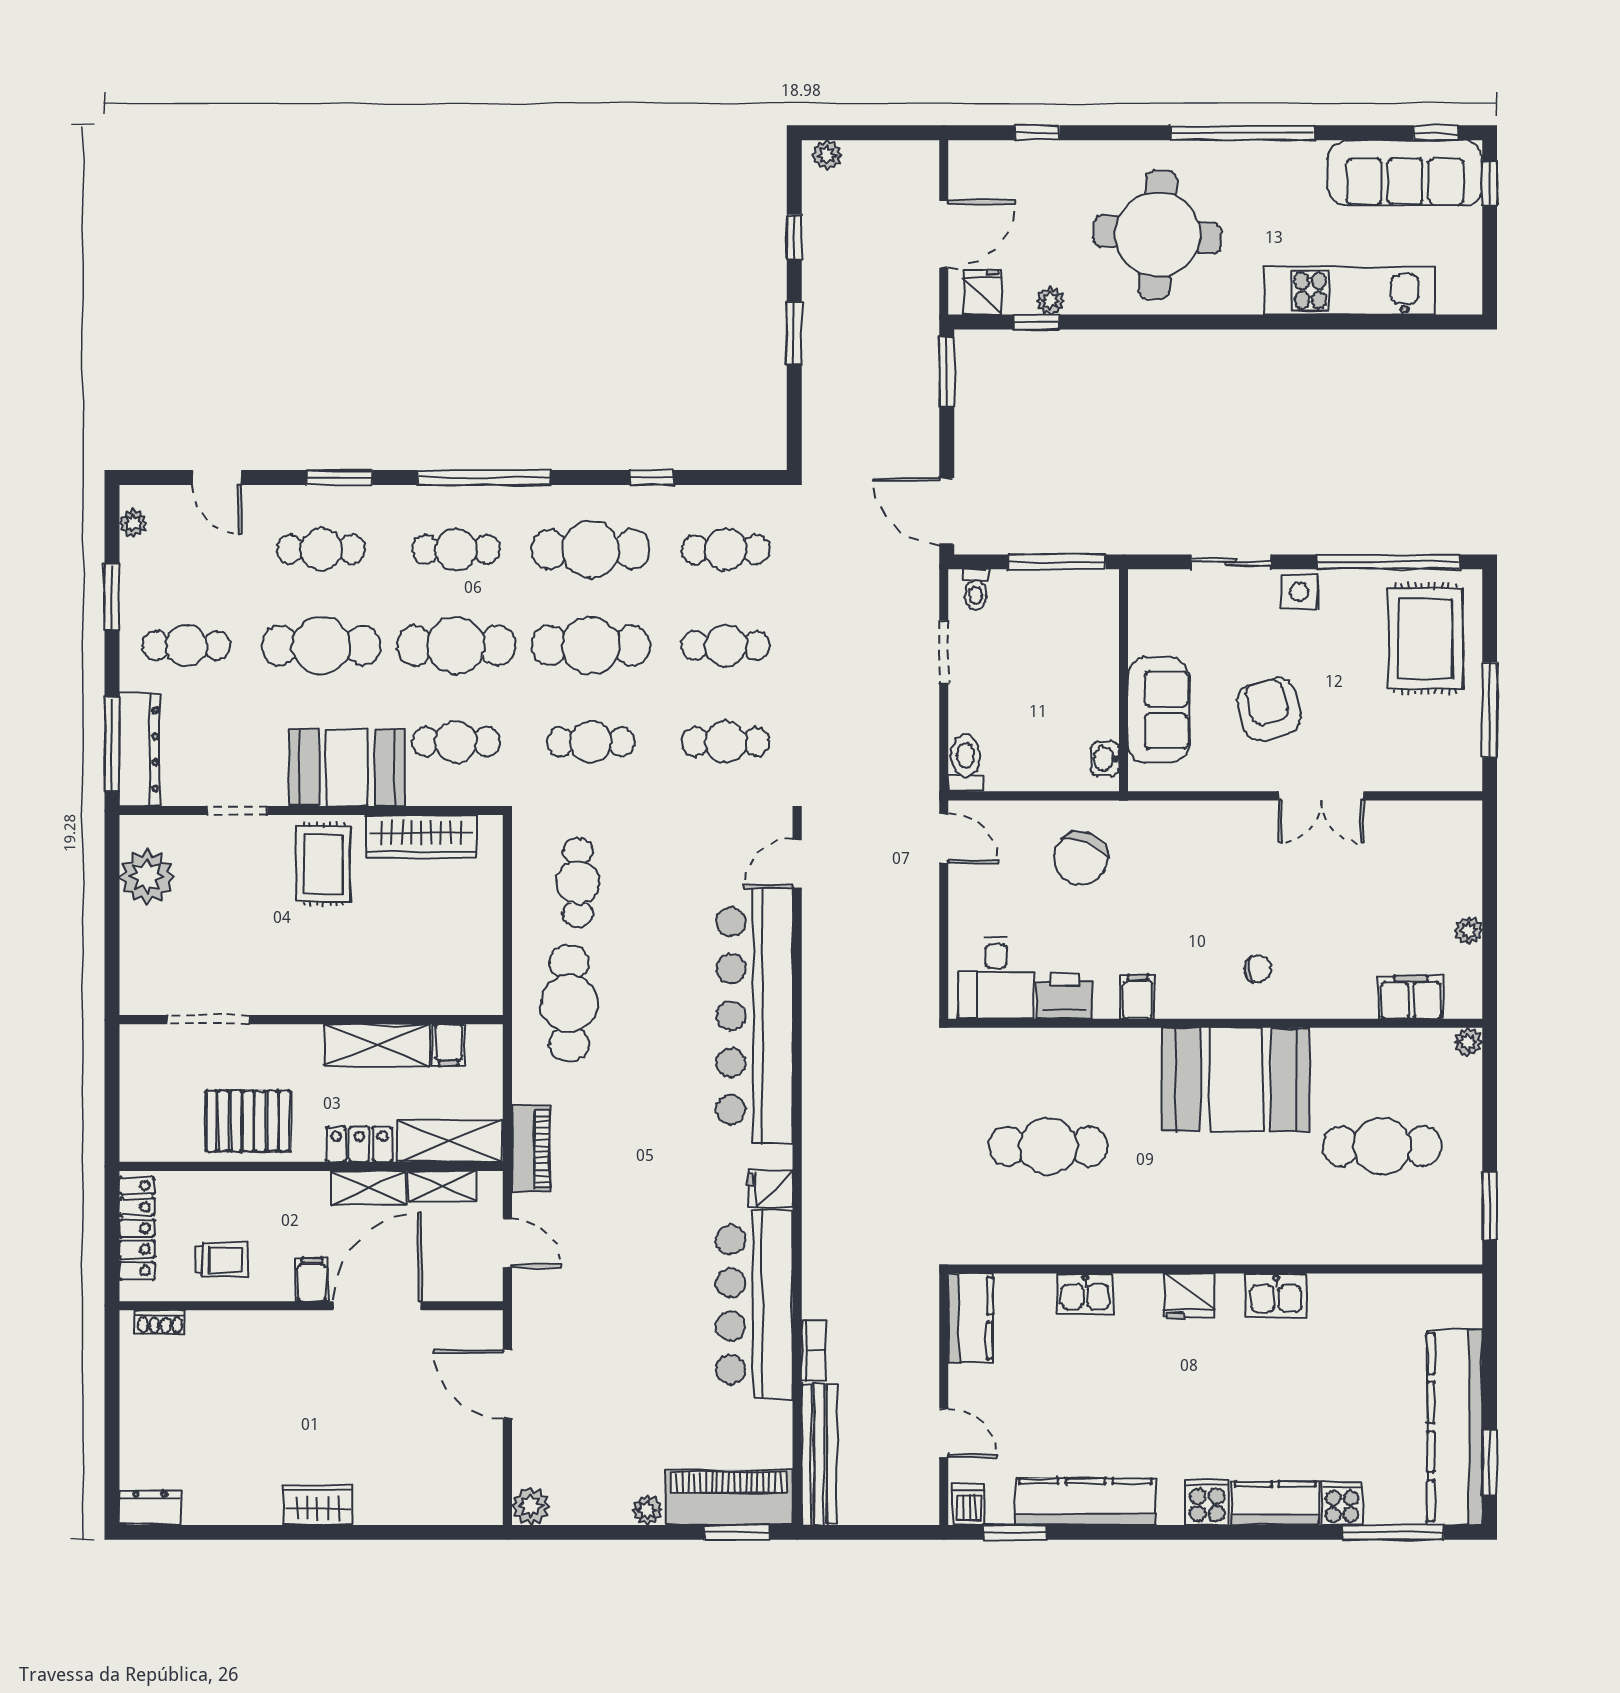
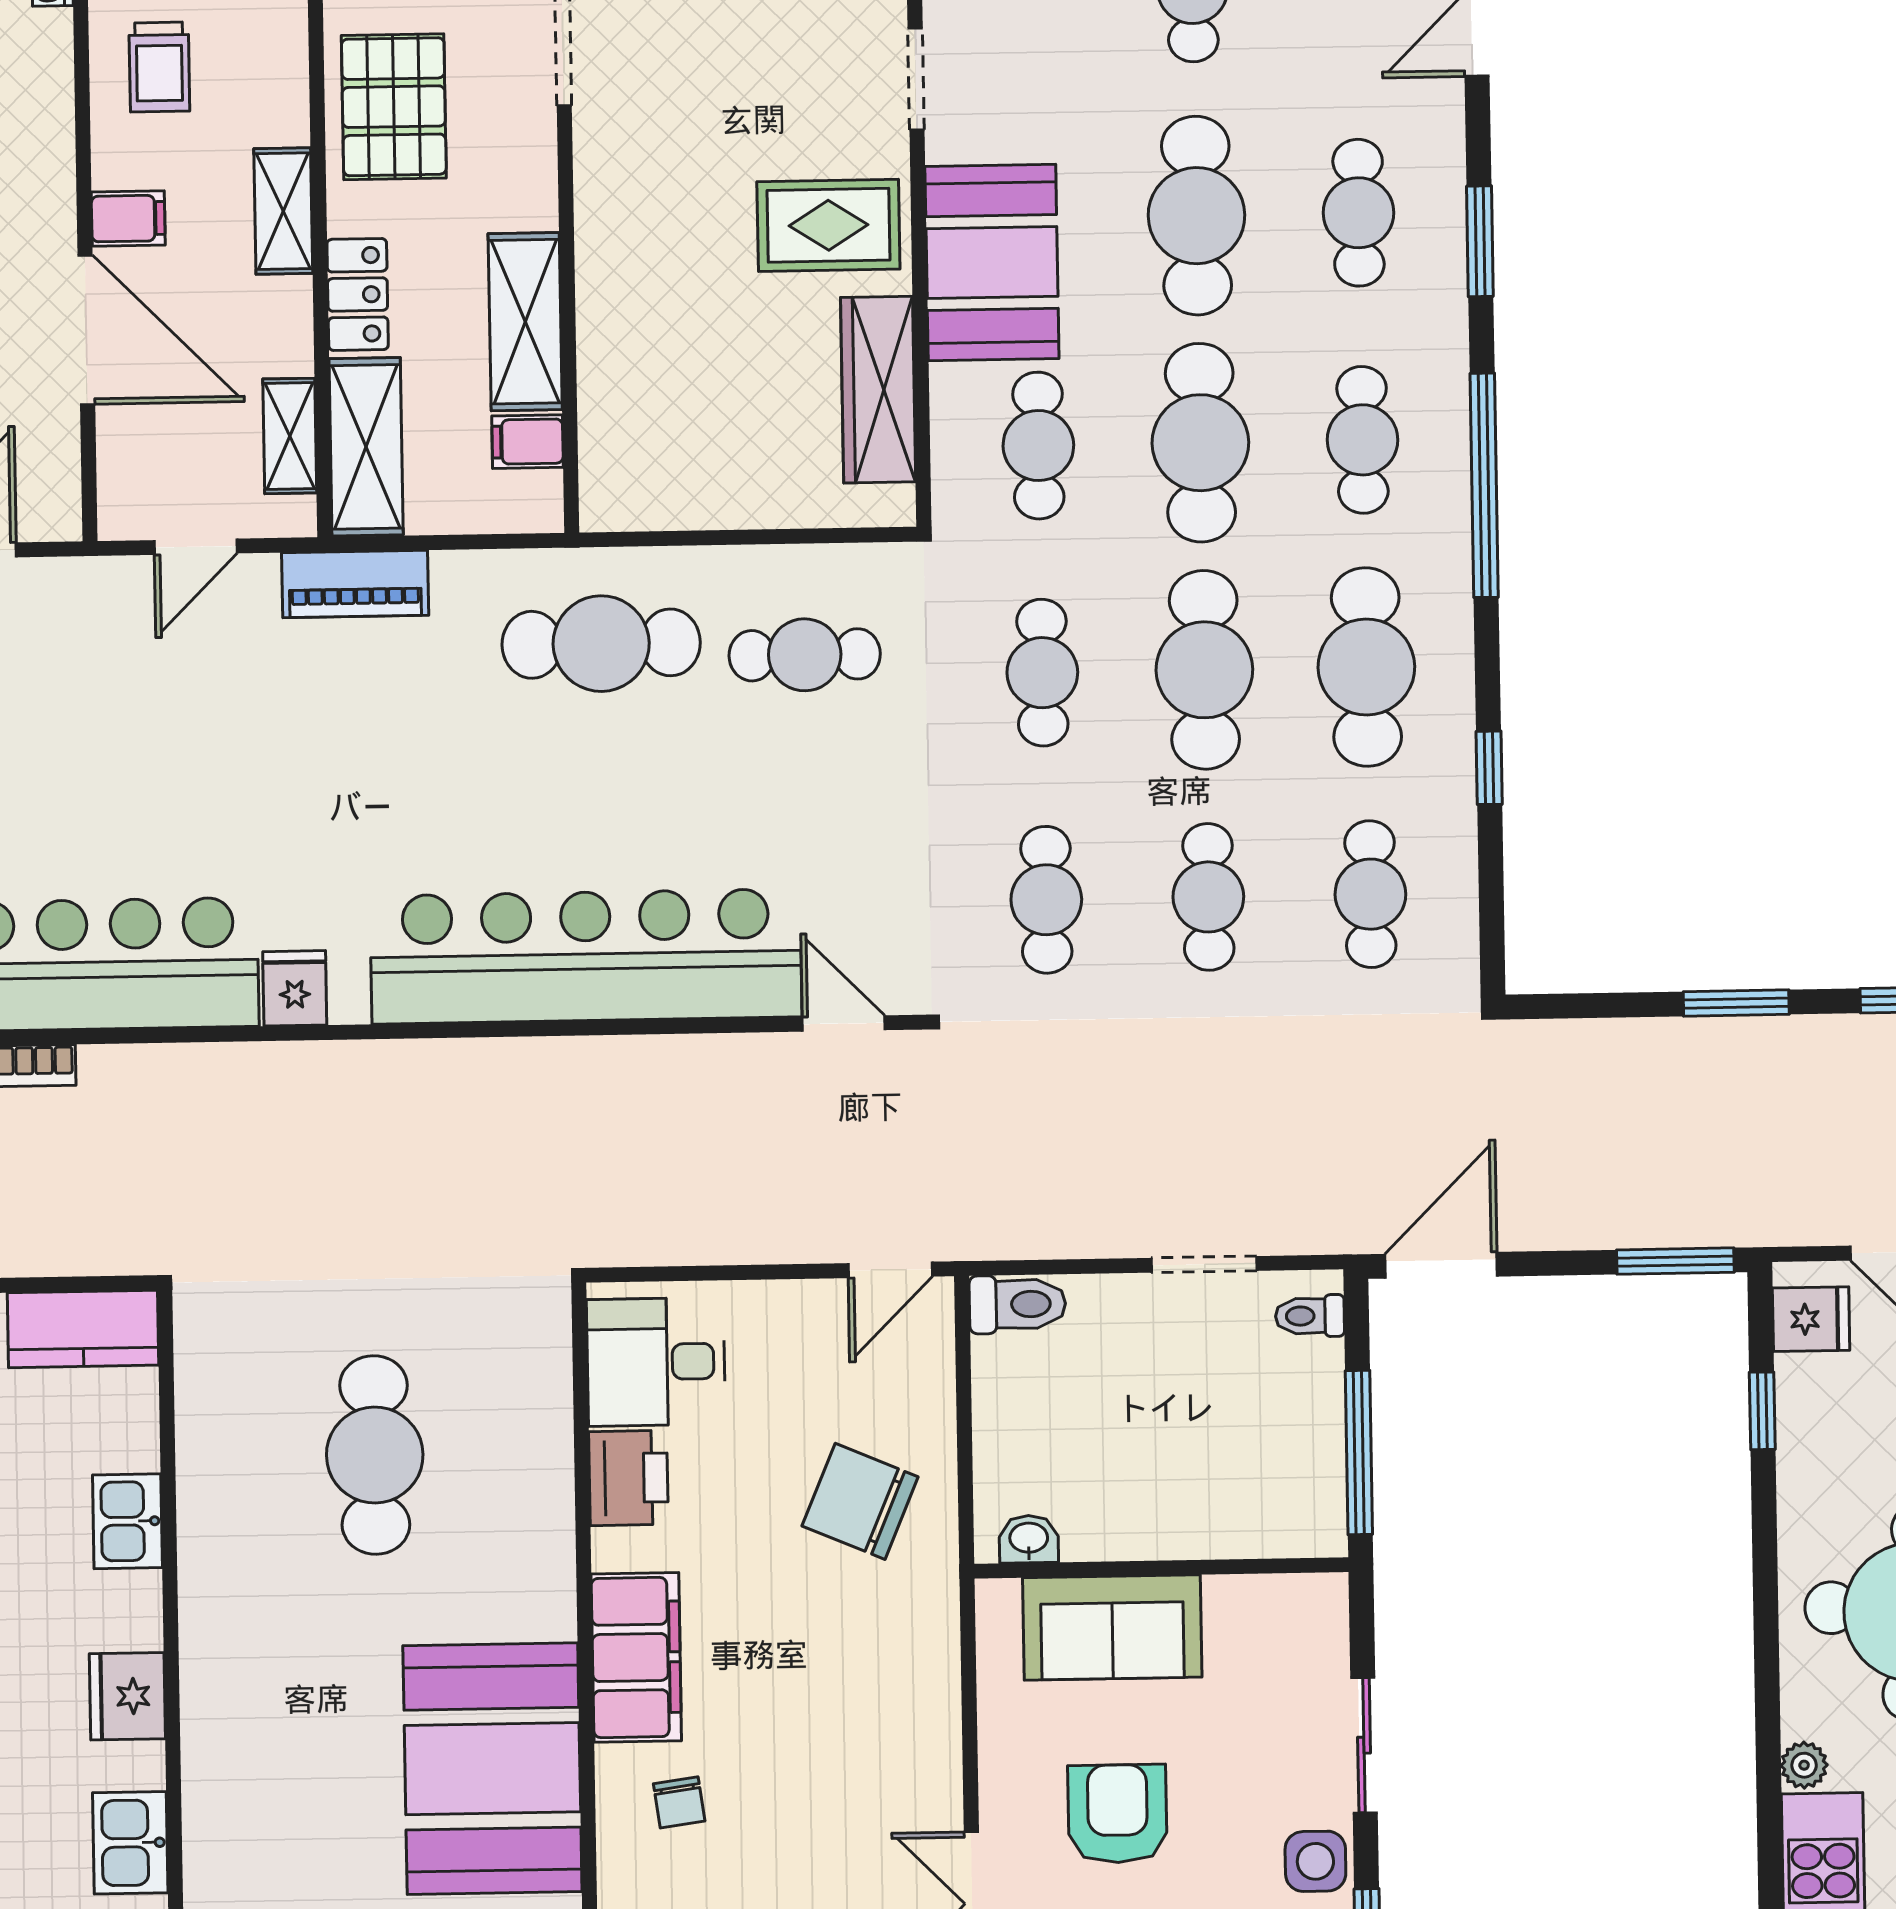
plant: (1050, 301) -> (1804, 1765), moved
armchair: (1269, 709) -> (1117, 1814), turned -75
filing cabinet: (1138, 997) -> (636, 1657), width x3.00, depth x1.17
shelving: (368, 1188) -> (283, 211), moved

